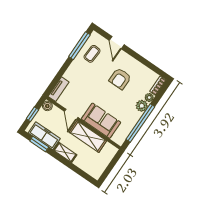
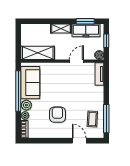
door: (71, 114) -> (76, 61), hinge flipped
sofa: (101, 121) -> (30, 83), moved, turned -90
shelving: (88, 137) -> (38, 53), moved

